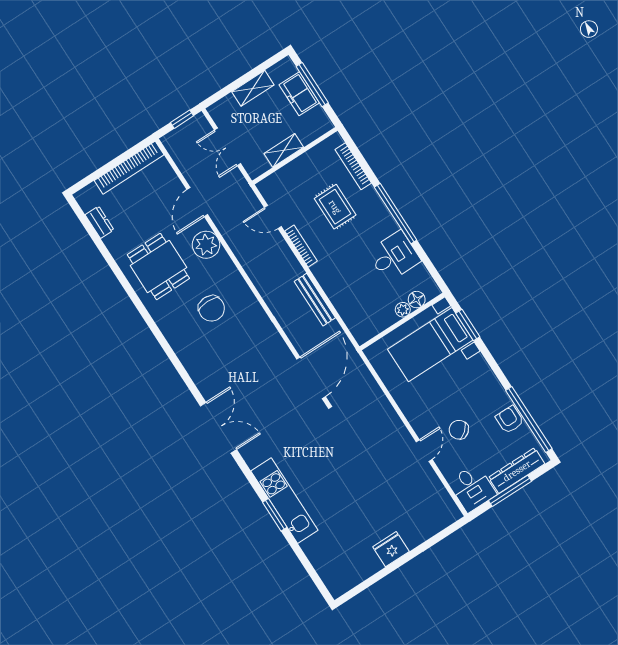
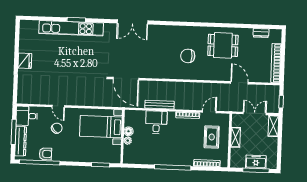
shelving: (253, 88) -> (273, 126), moved
rug: (335, 207) -> (212, 137), moved, turned 90
plant: (206, 245) -> (218, 73), removed
desk: (394, 256) -> (156, 122), moved, turned 180
floor lamp: (417, 300) -> (129, 131), moved
bed with nightstands: (430, 345) -> (101, 127), moved, turned -90
kitchen unit: (284, 501) -> (71, 28), width x1.36

